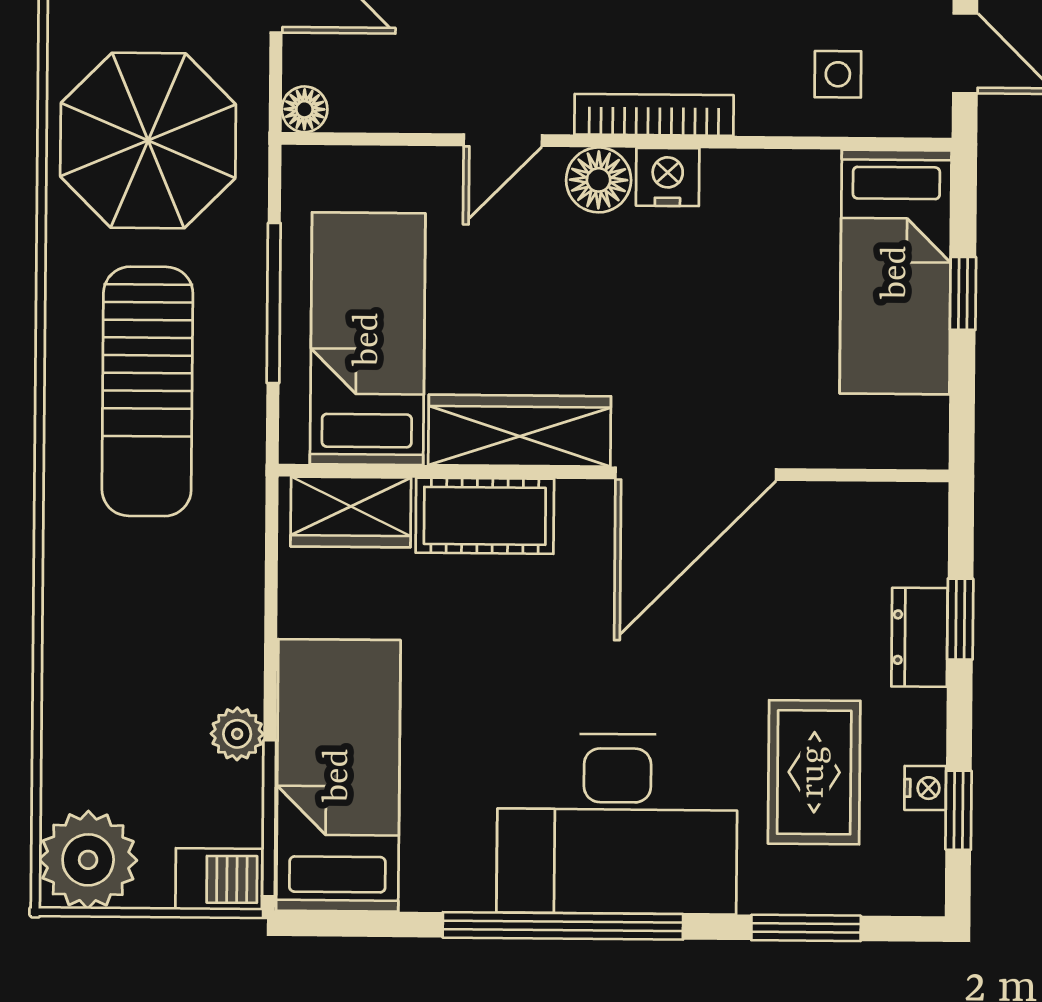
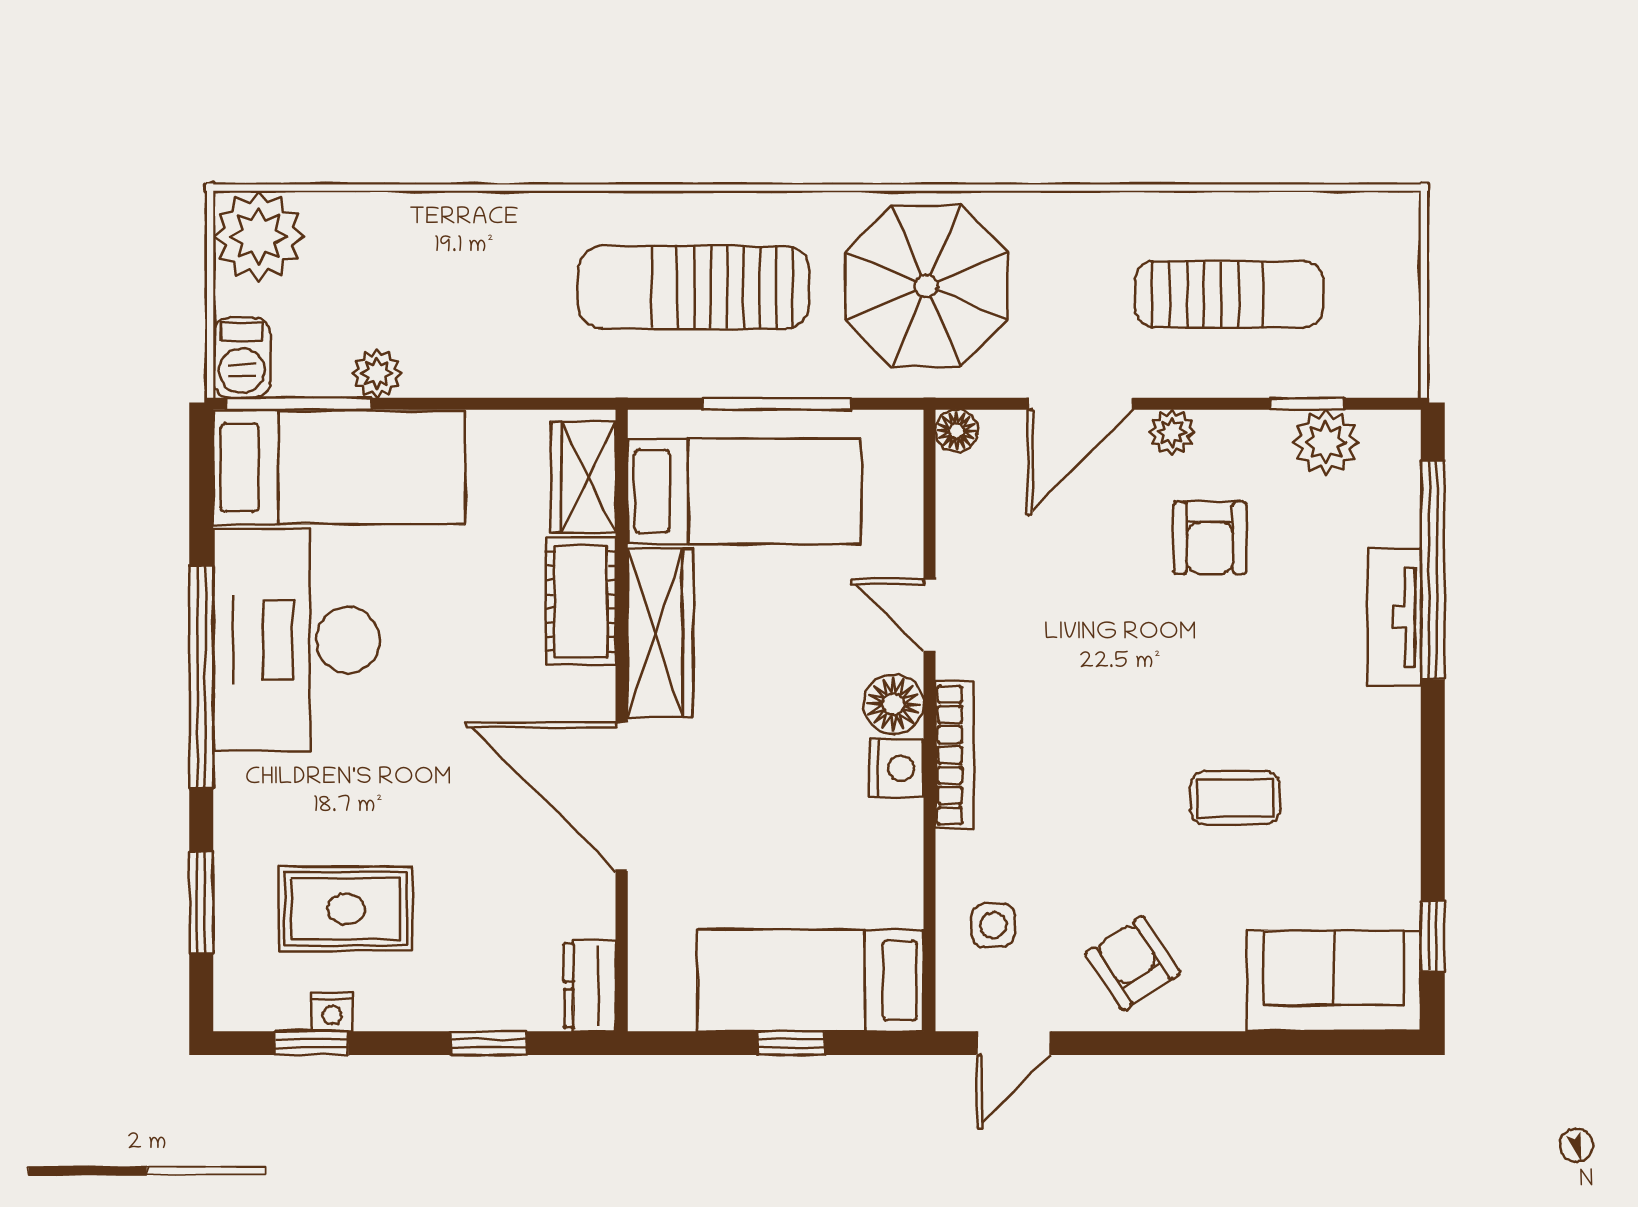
dresser: (919, 637) -> (590, 985), moved, turned -90
desk: (617, 824) -> (296, 640), moved

